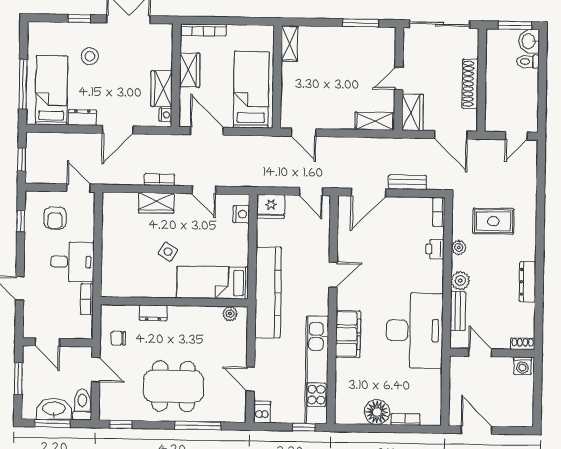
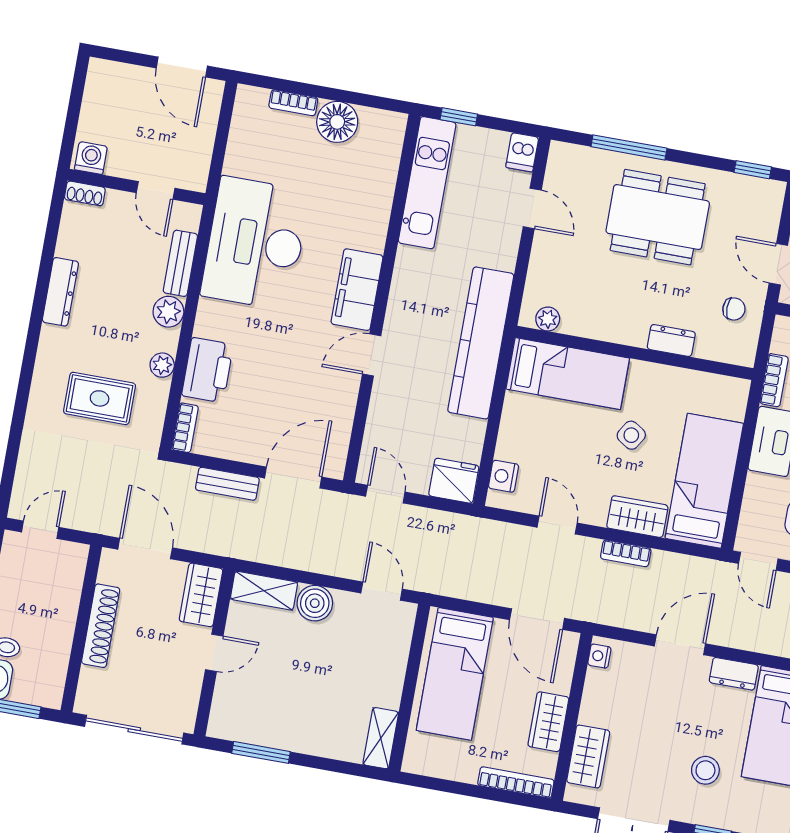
wardrobe: (162, 89) -> (588, 756), moved
boiler: (343, 119) -> (315, 603), added
bed: (119, 231) -> (704, 481), added
printer: (435, 249) -> (207, 370), width x1.87, depth x1.48
filing cabinet: (348, 334) -> (357, 290), moved
kitchen unit: (317, 370) -> (427, 183), width x0.73

